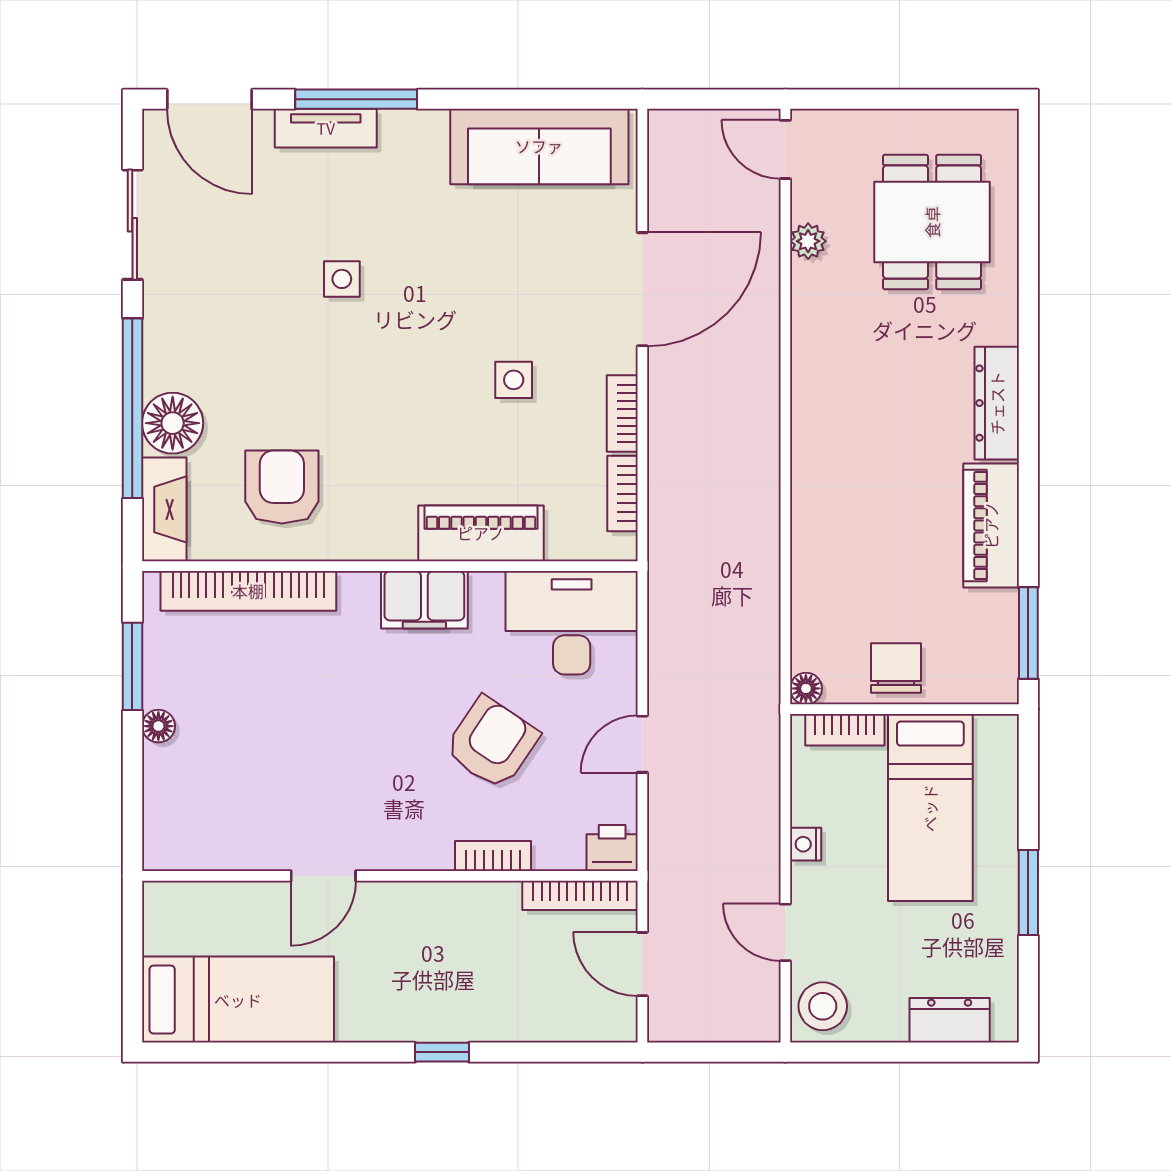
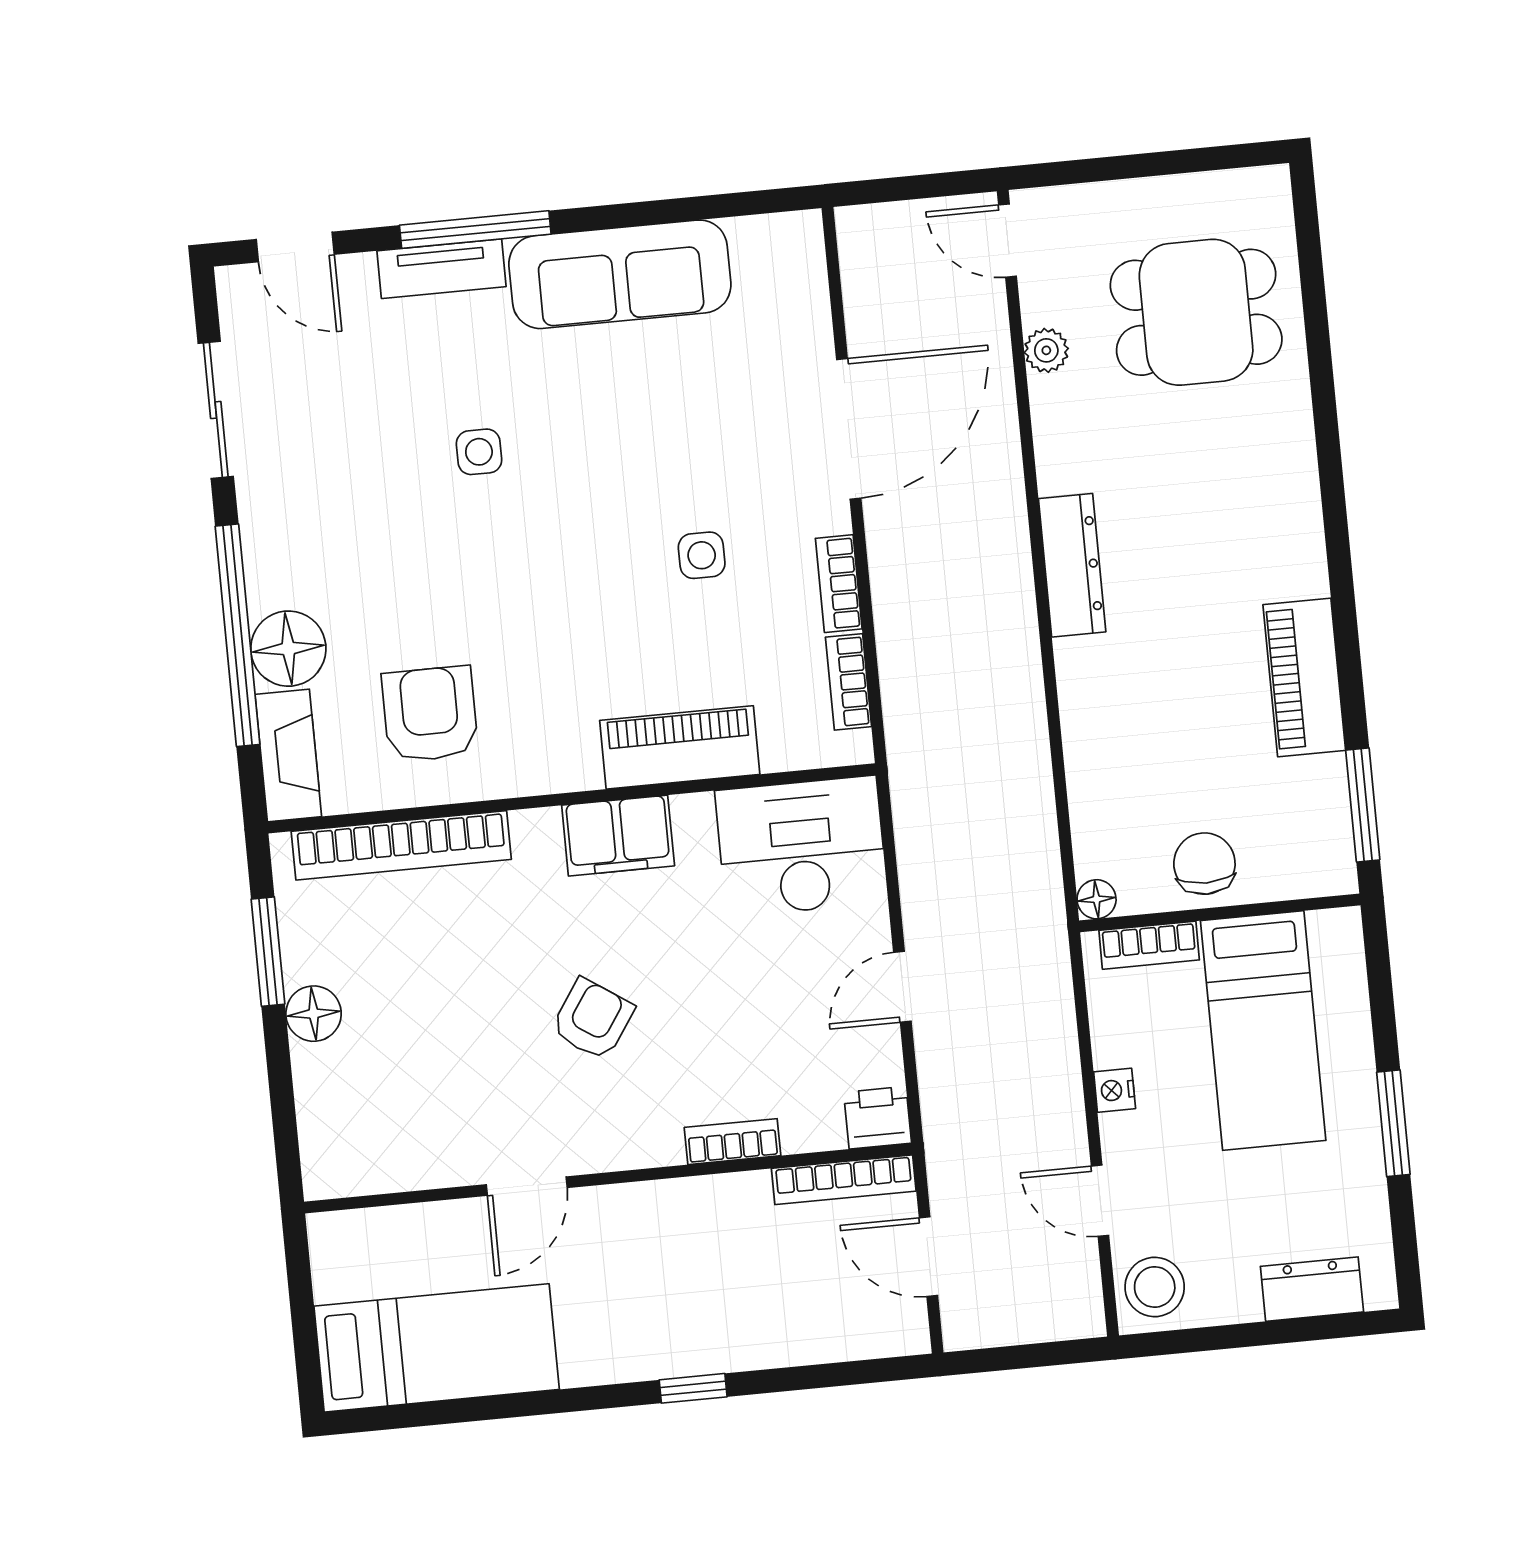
door: (209, 99) -> (295, 247), width x0.73
sofa: (539, 146) -> (620, 274), moved
dining table: (932, 222) -> (1196, 312), turned 90
dresser: (997, 403) -> (1072, 565), moved, turned 180
floor lamp: (158, 726) -> (314, 1014), width x1.37, depth x1.37
armchair: (492, 743) -> (593, 1019), moved, width x0.72, depth x0.72

